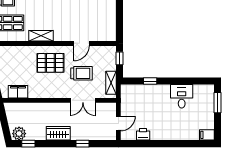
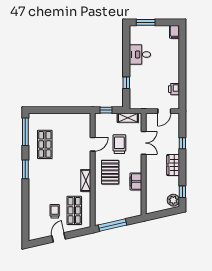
door: (81, 43) -> (93, 144), hinge flipped
filing cabinet: (18, 92) -> (136, 182), moved
door: (118, 123) -> (164, 111), swing flipped

